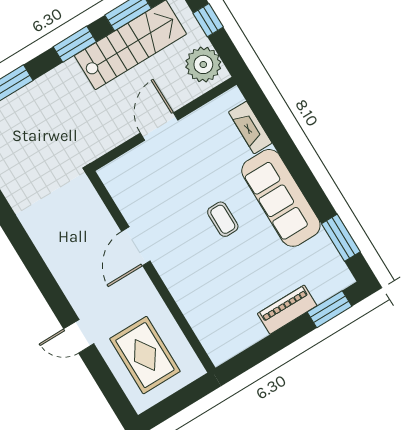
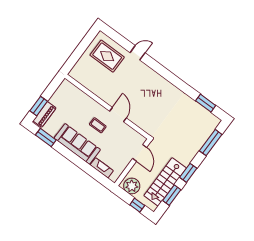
door: (136, 246) -> (118, 115), moved
wall: (151, 272) -> (107, 107), moved
piano: (287, 310) -> (44, 114), moved

